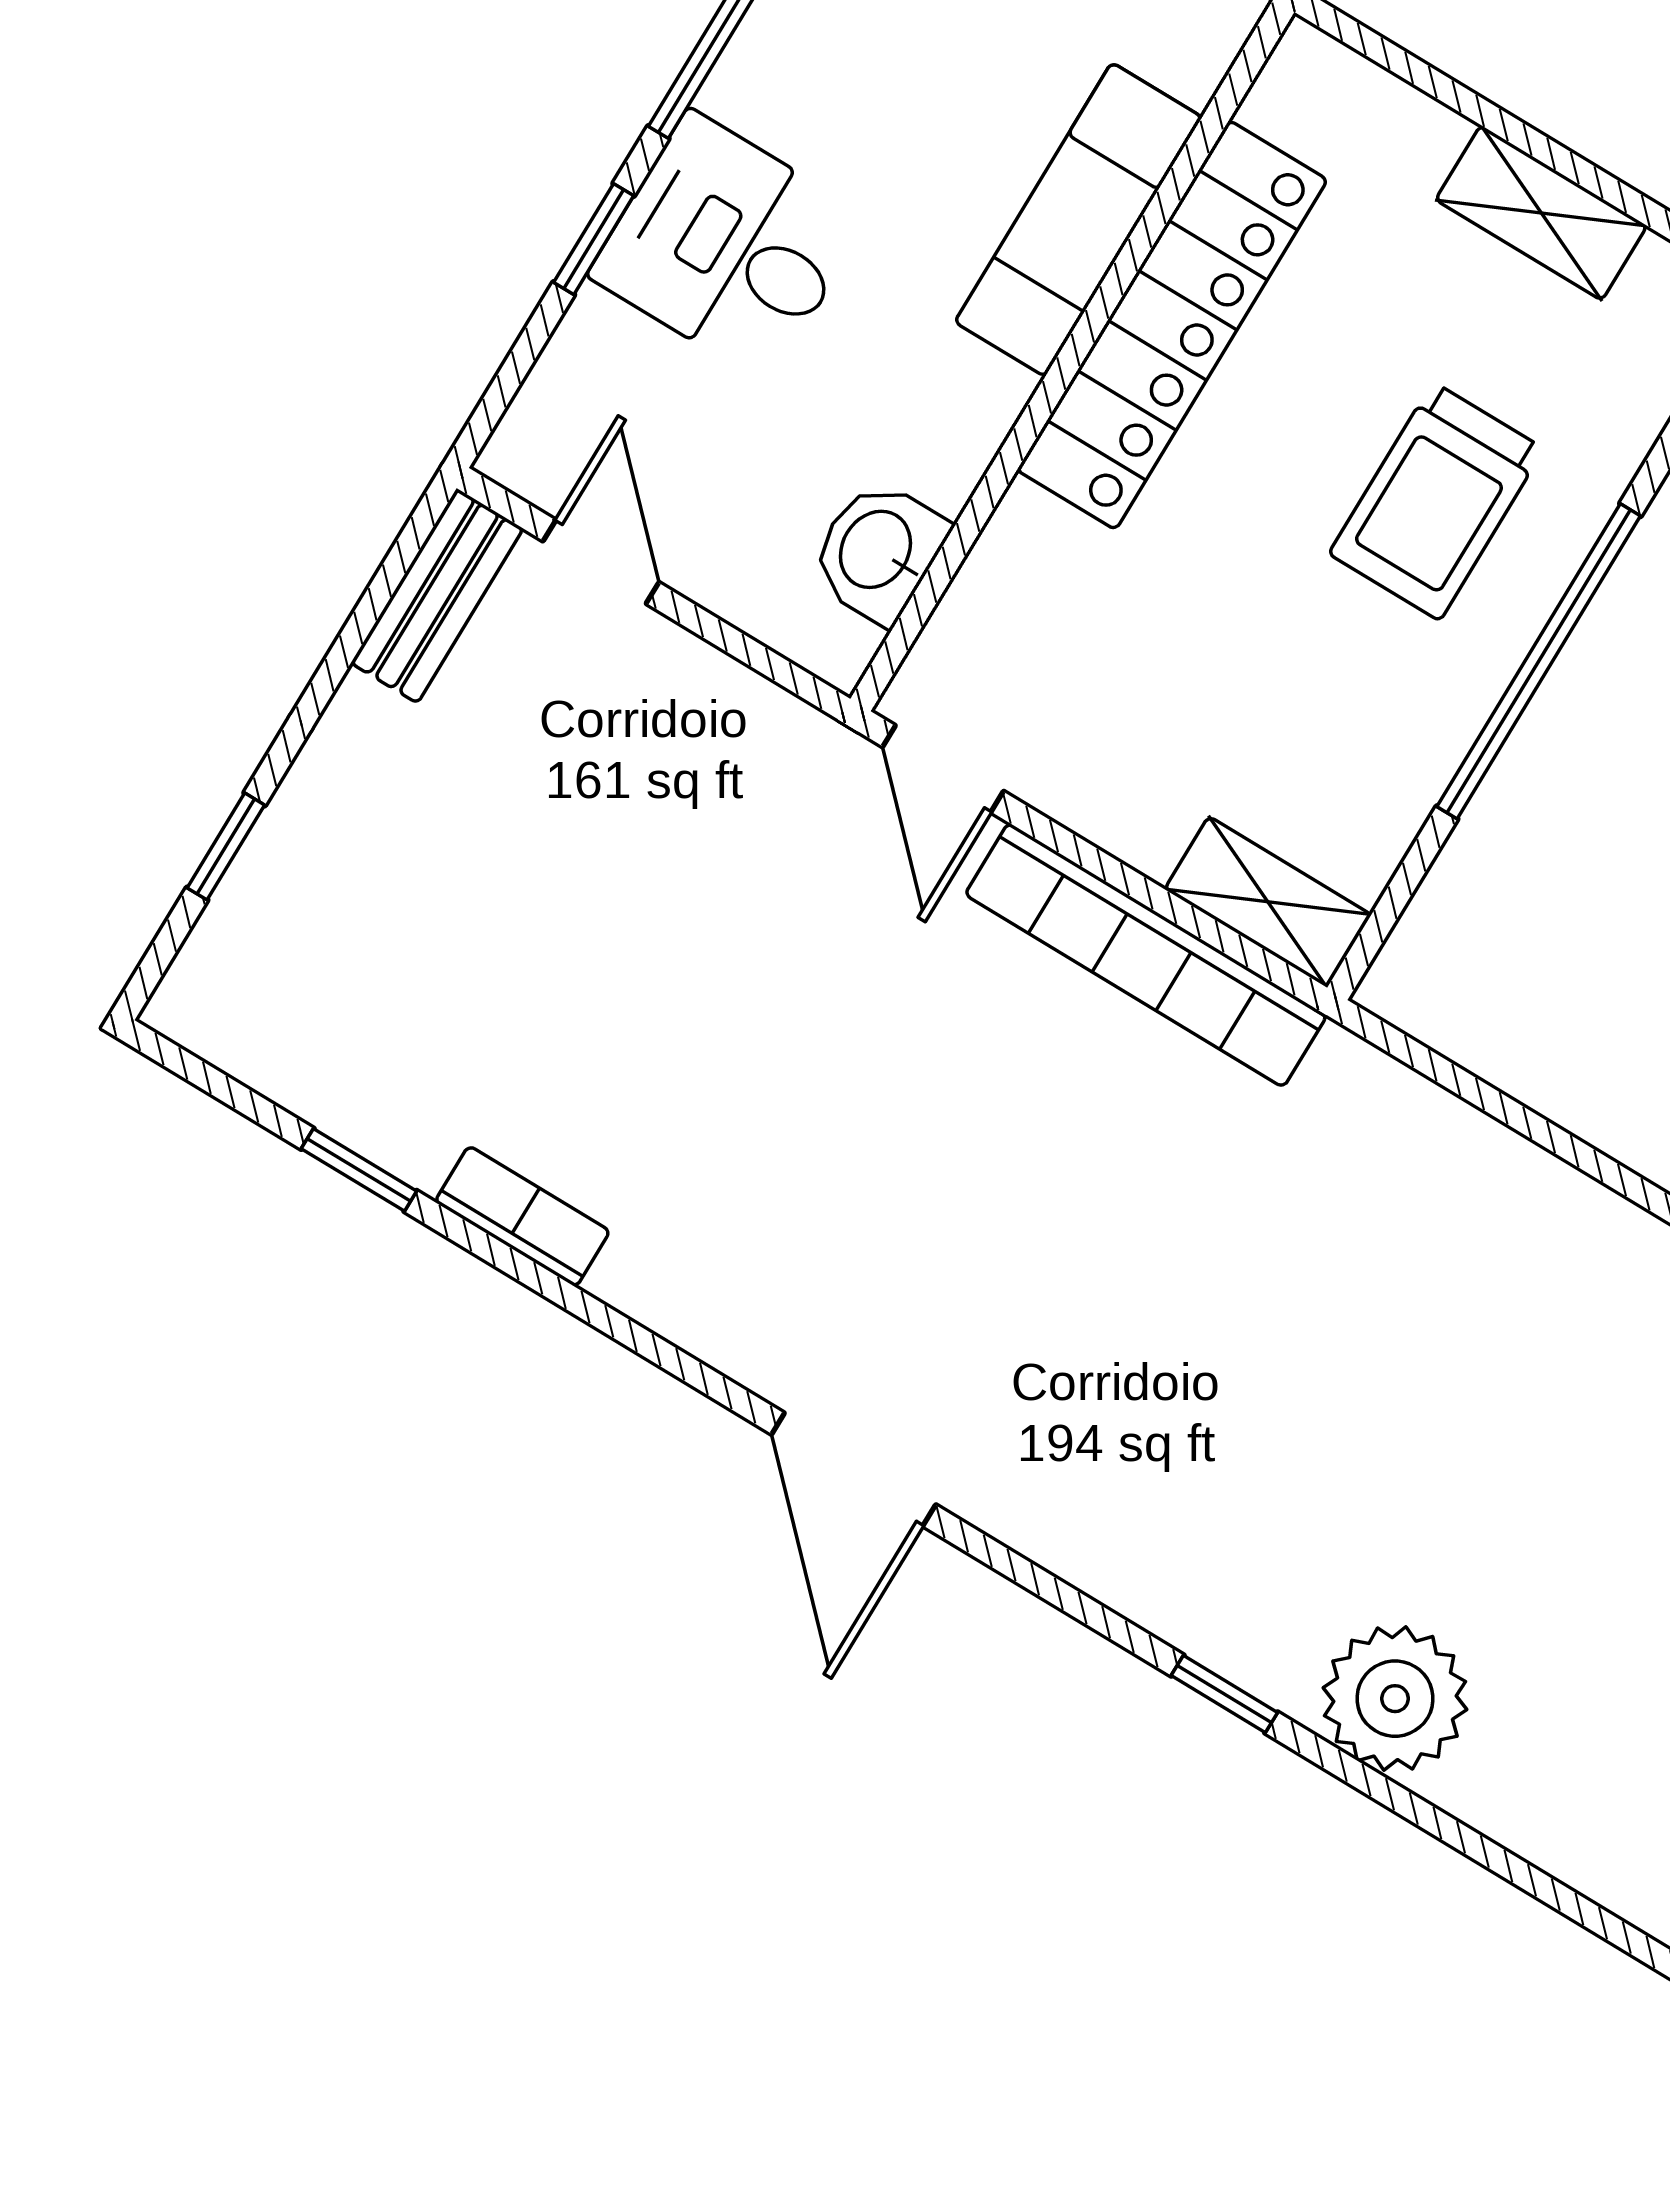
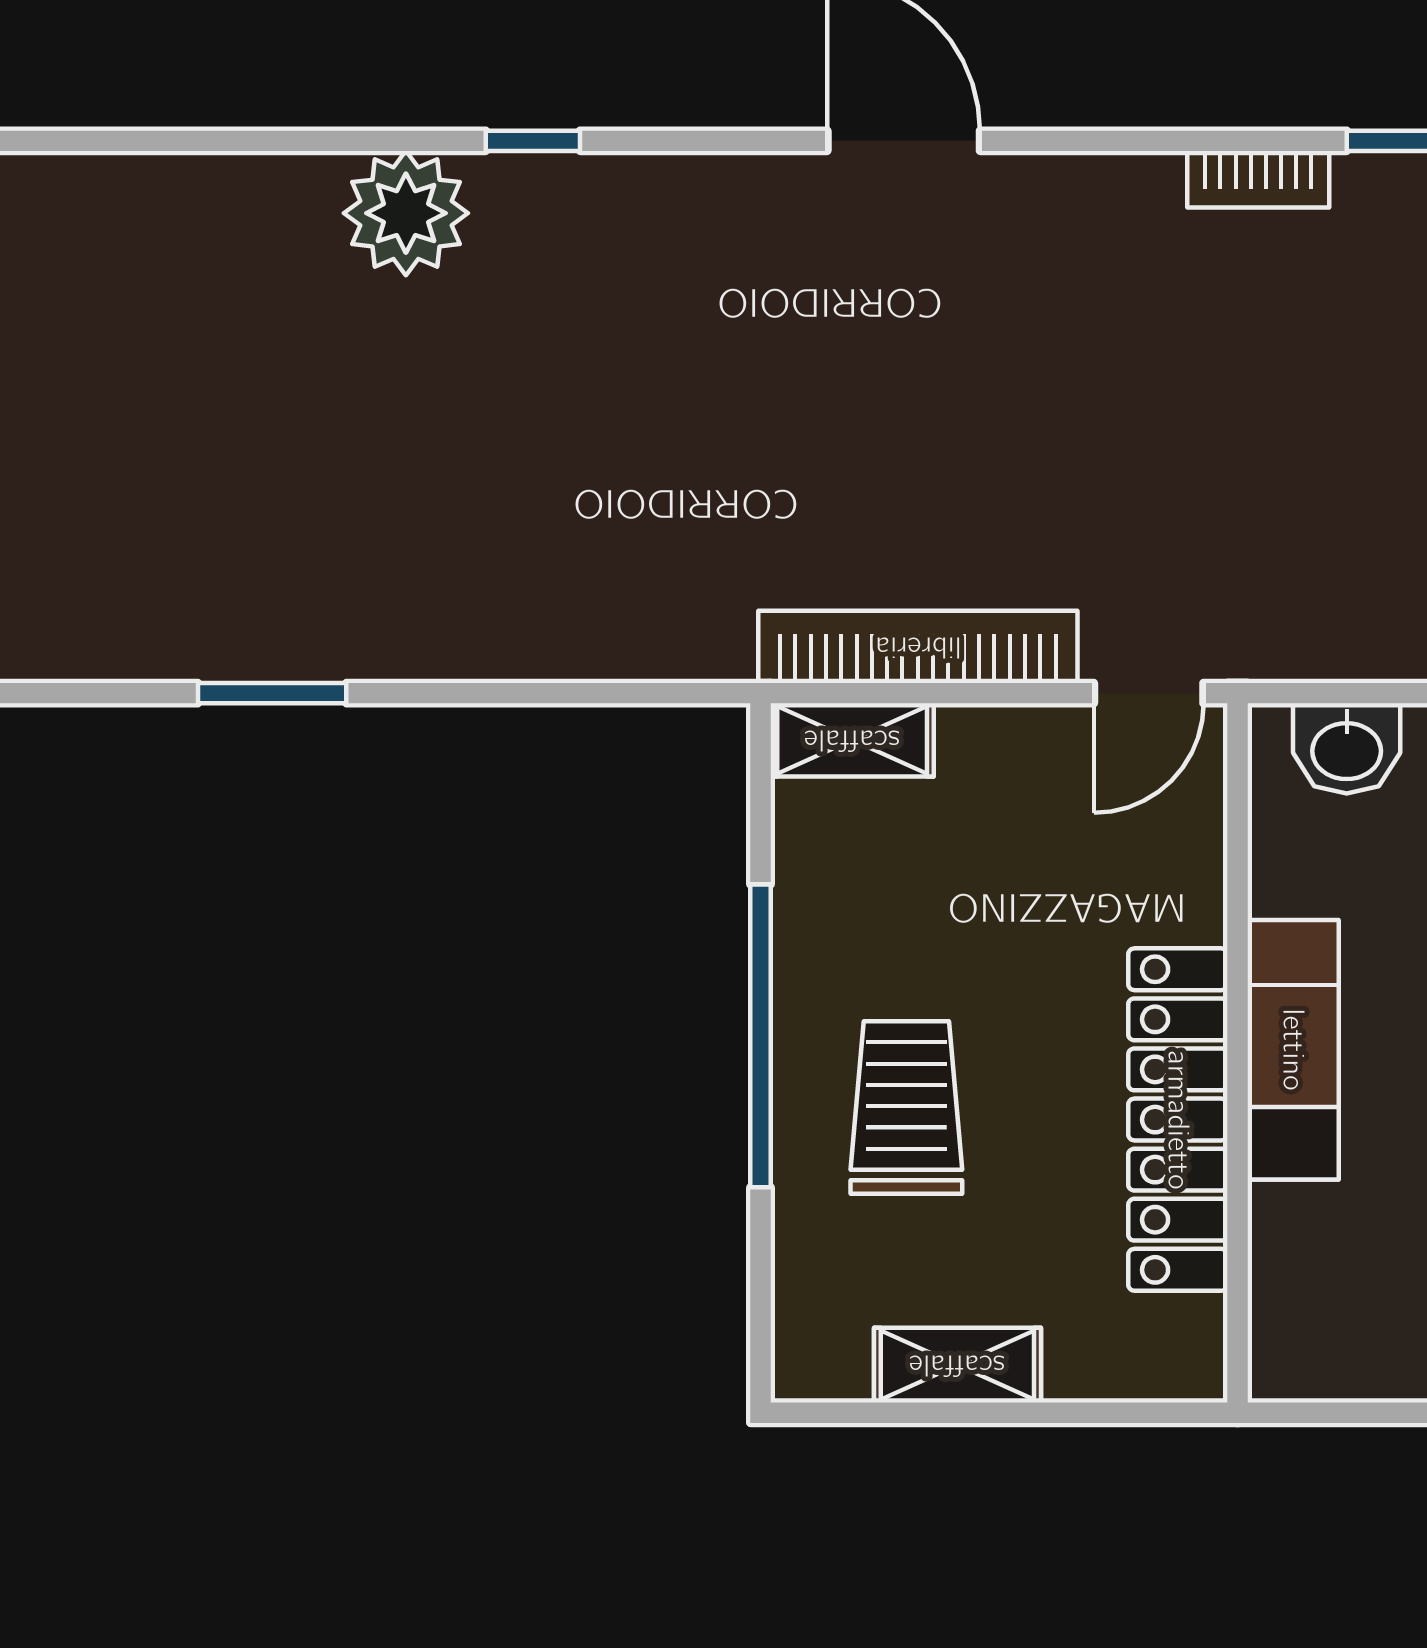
exam couch: (1078, 220) -> (1293, 1050), moved
washbasin: (878, 551) -> (1347, 748), moved, turned 90
door: (943, 769) -> (1149, 693), swing flipped

